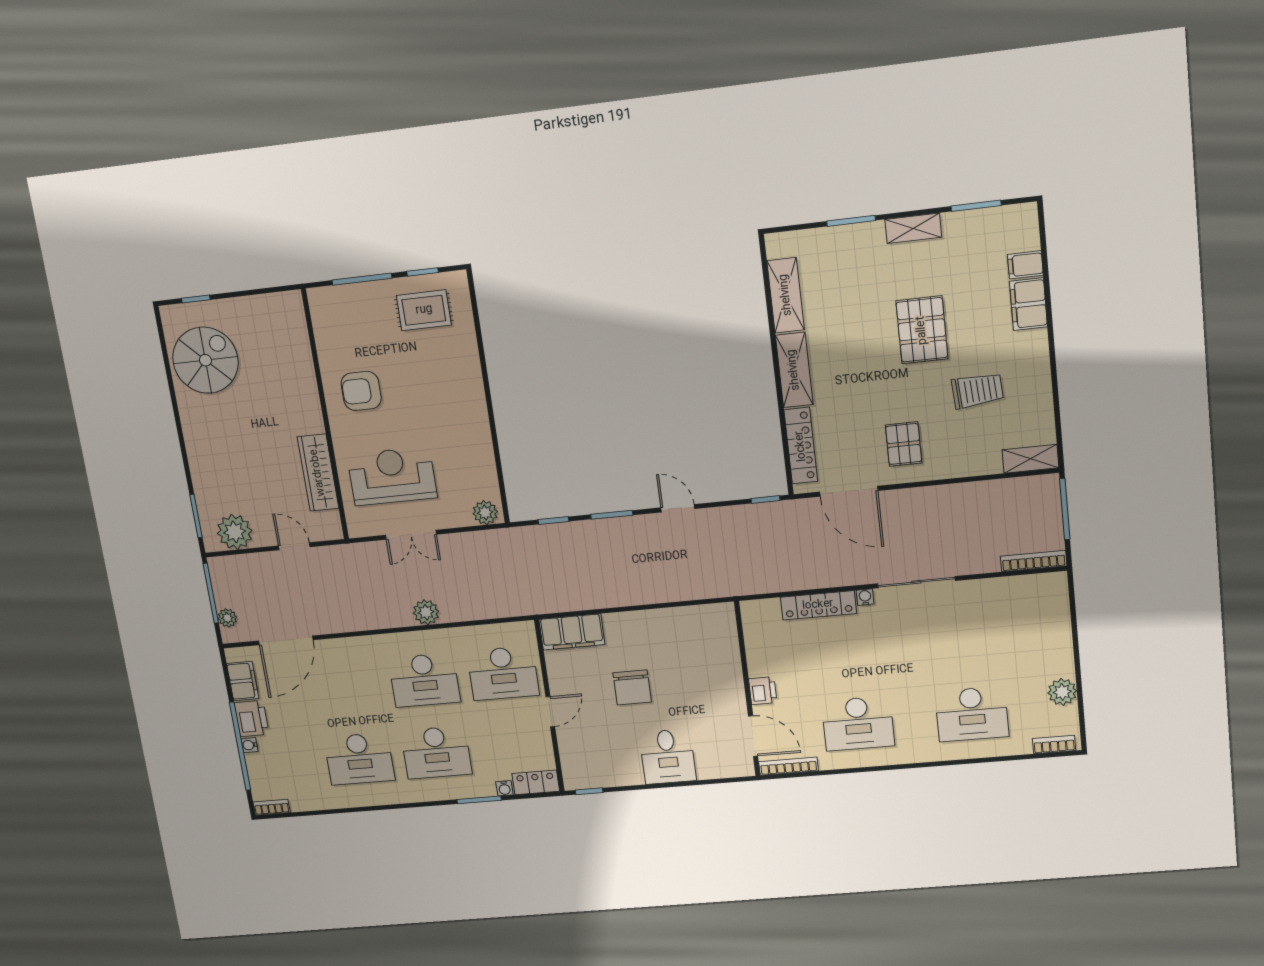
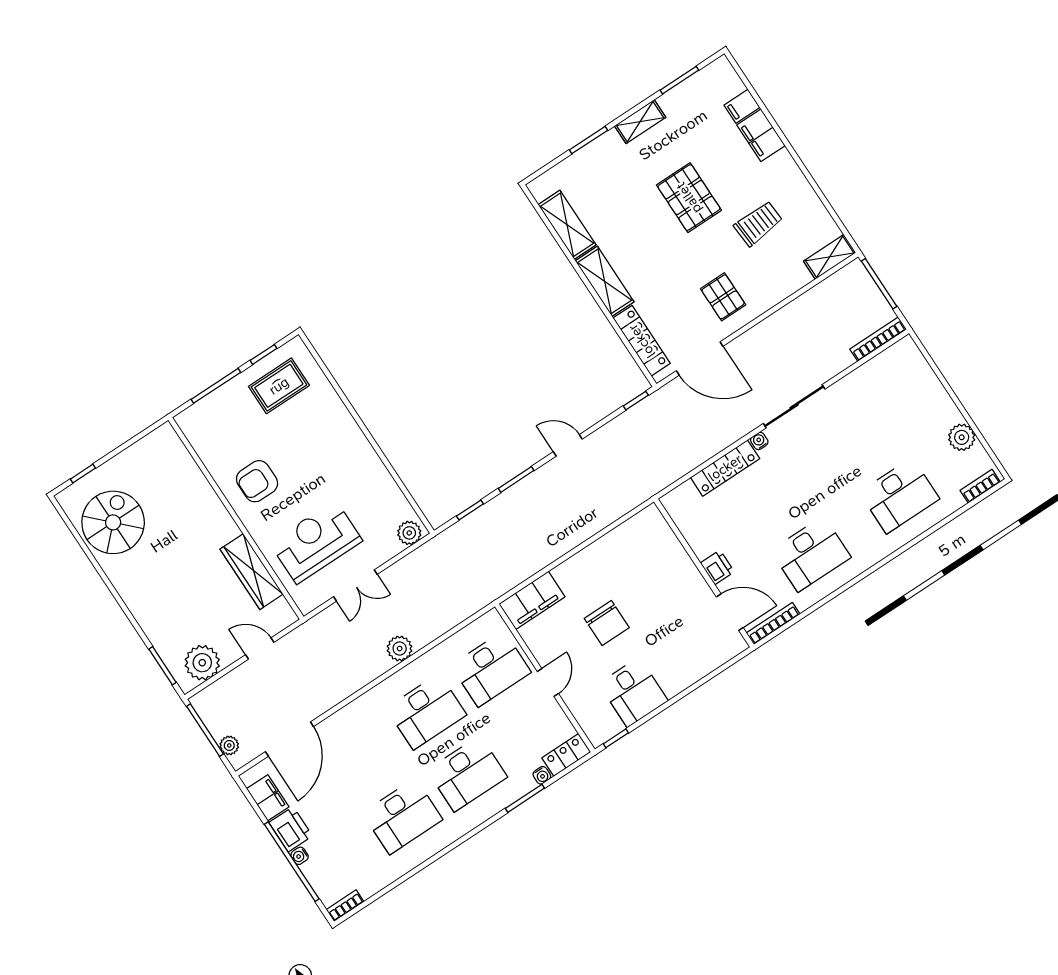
desk: (668, 757) -> (633, 692), moved

